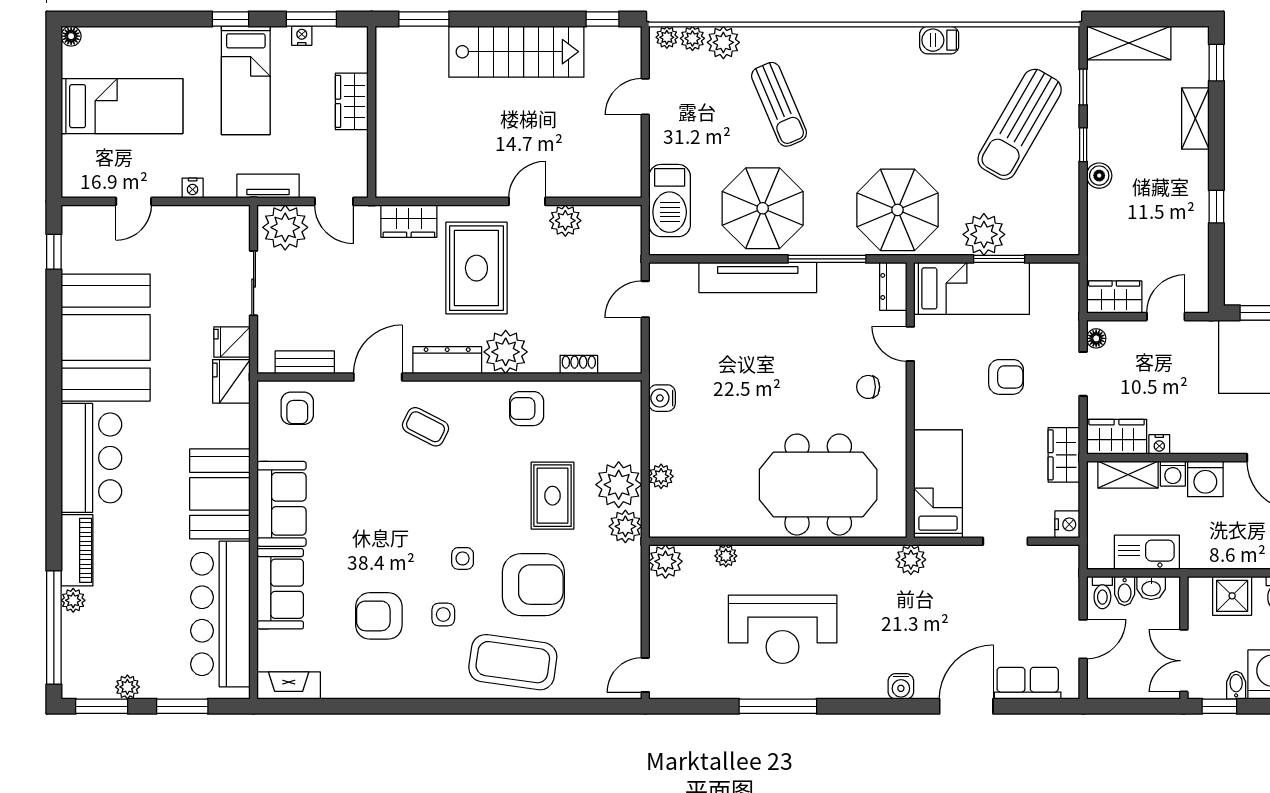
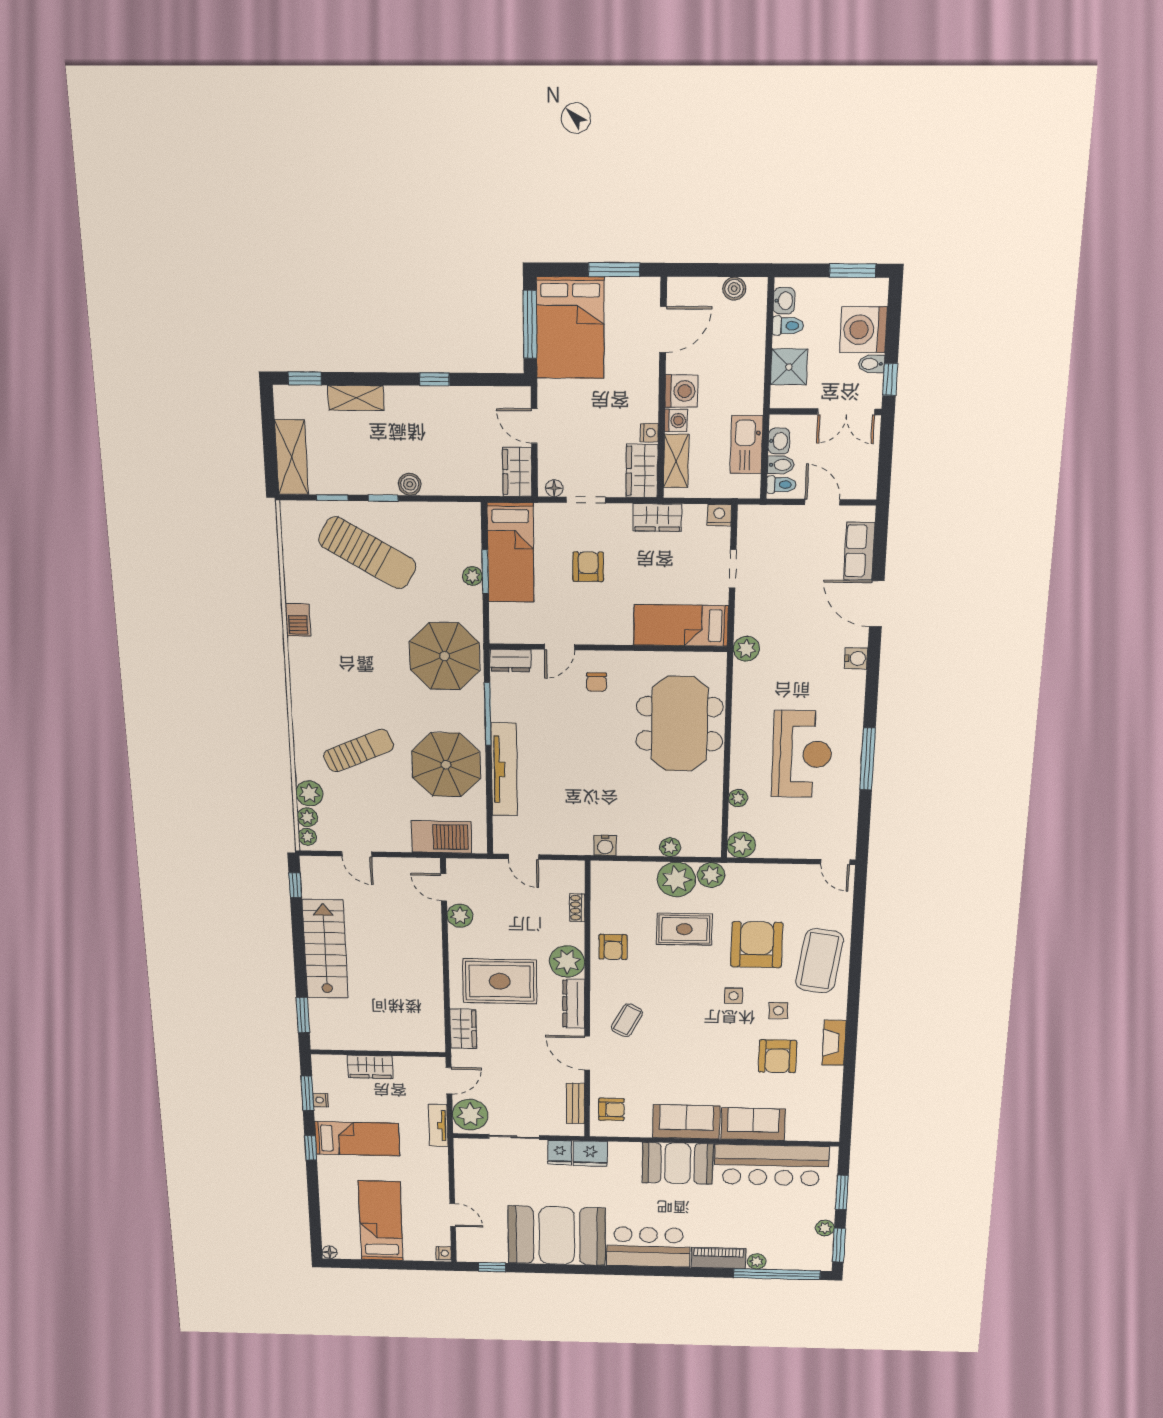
nightstand: (193, 188) -> (444, 1253), moved
door: (527, 201) -> (444, 887), moved
plant: (984, 234) -> (472, 576), width x0.53, depth x0.53
bed: (972, 288) -> (511, 552), moved, turned 180
fireplace: (289, 686) -> (834, 1043), moved

